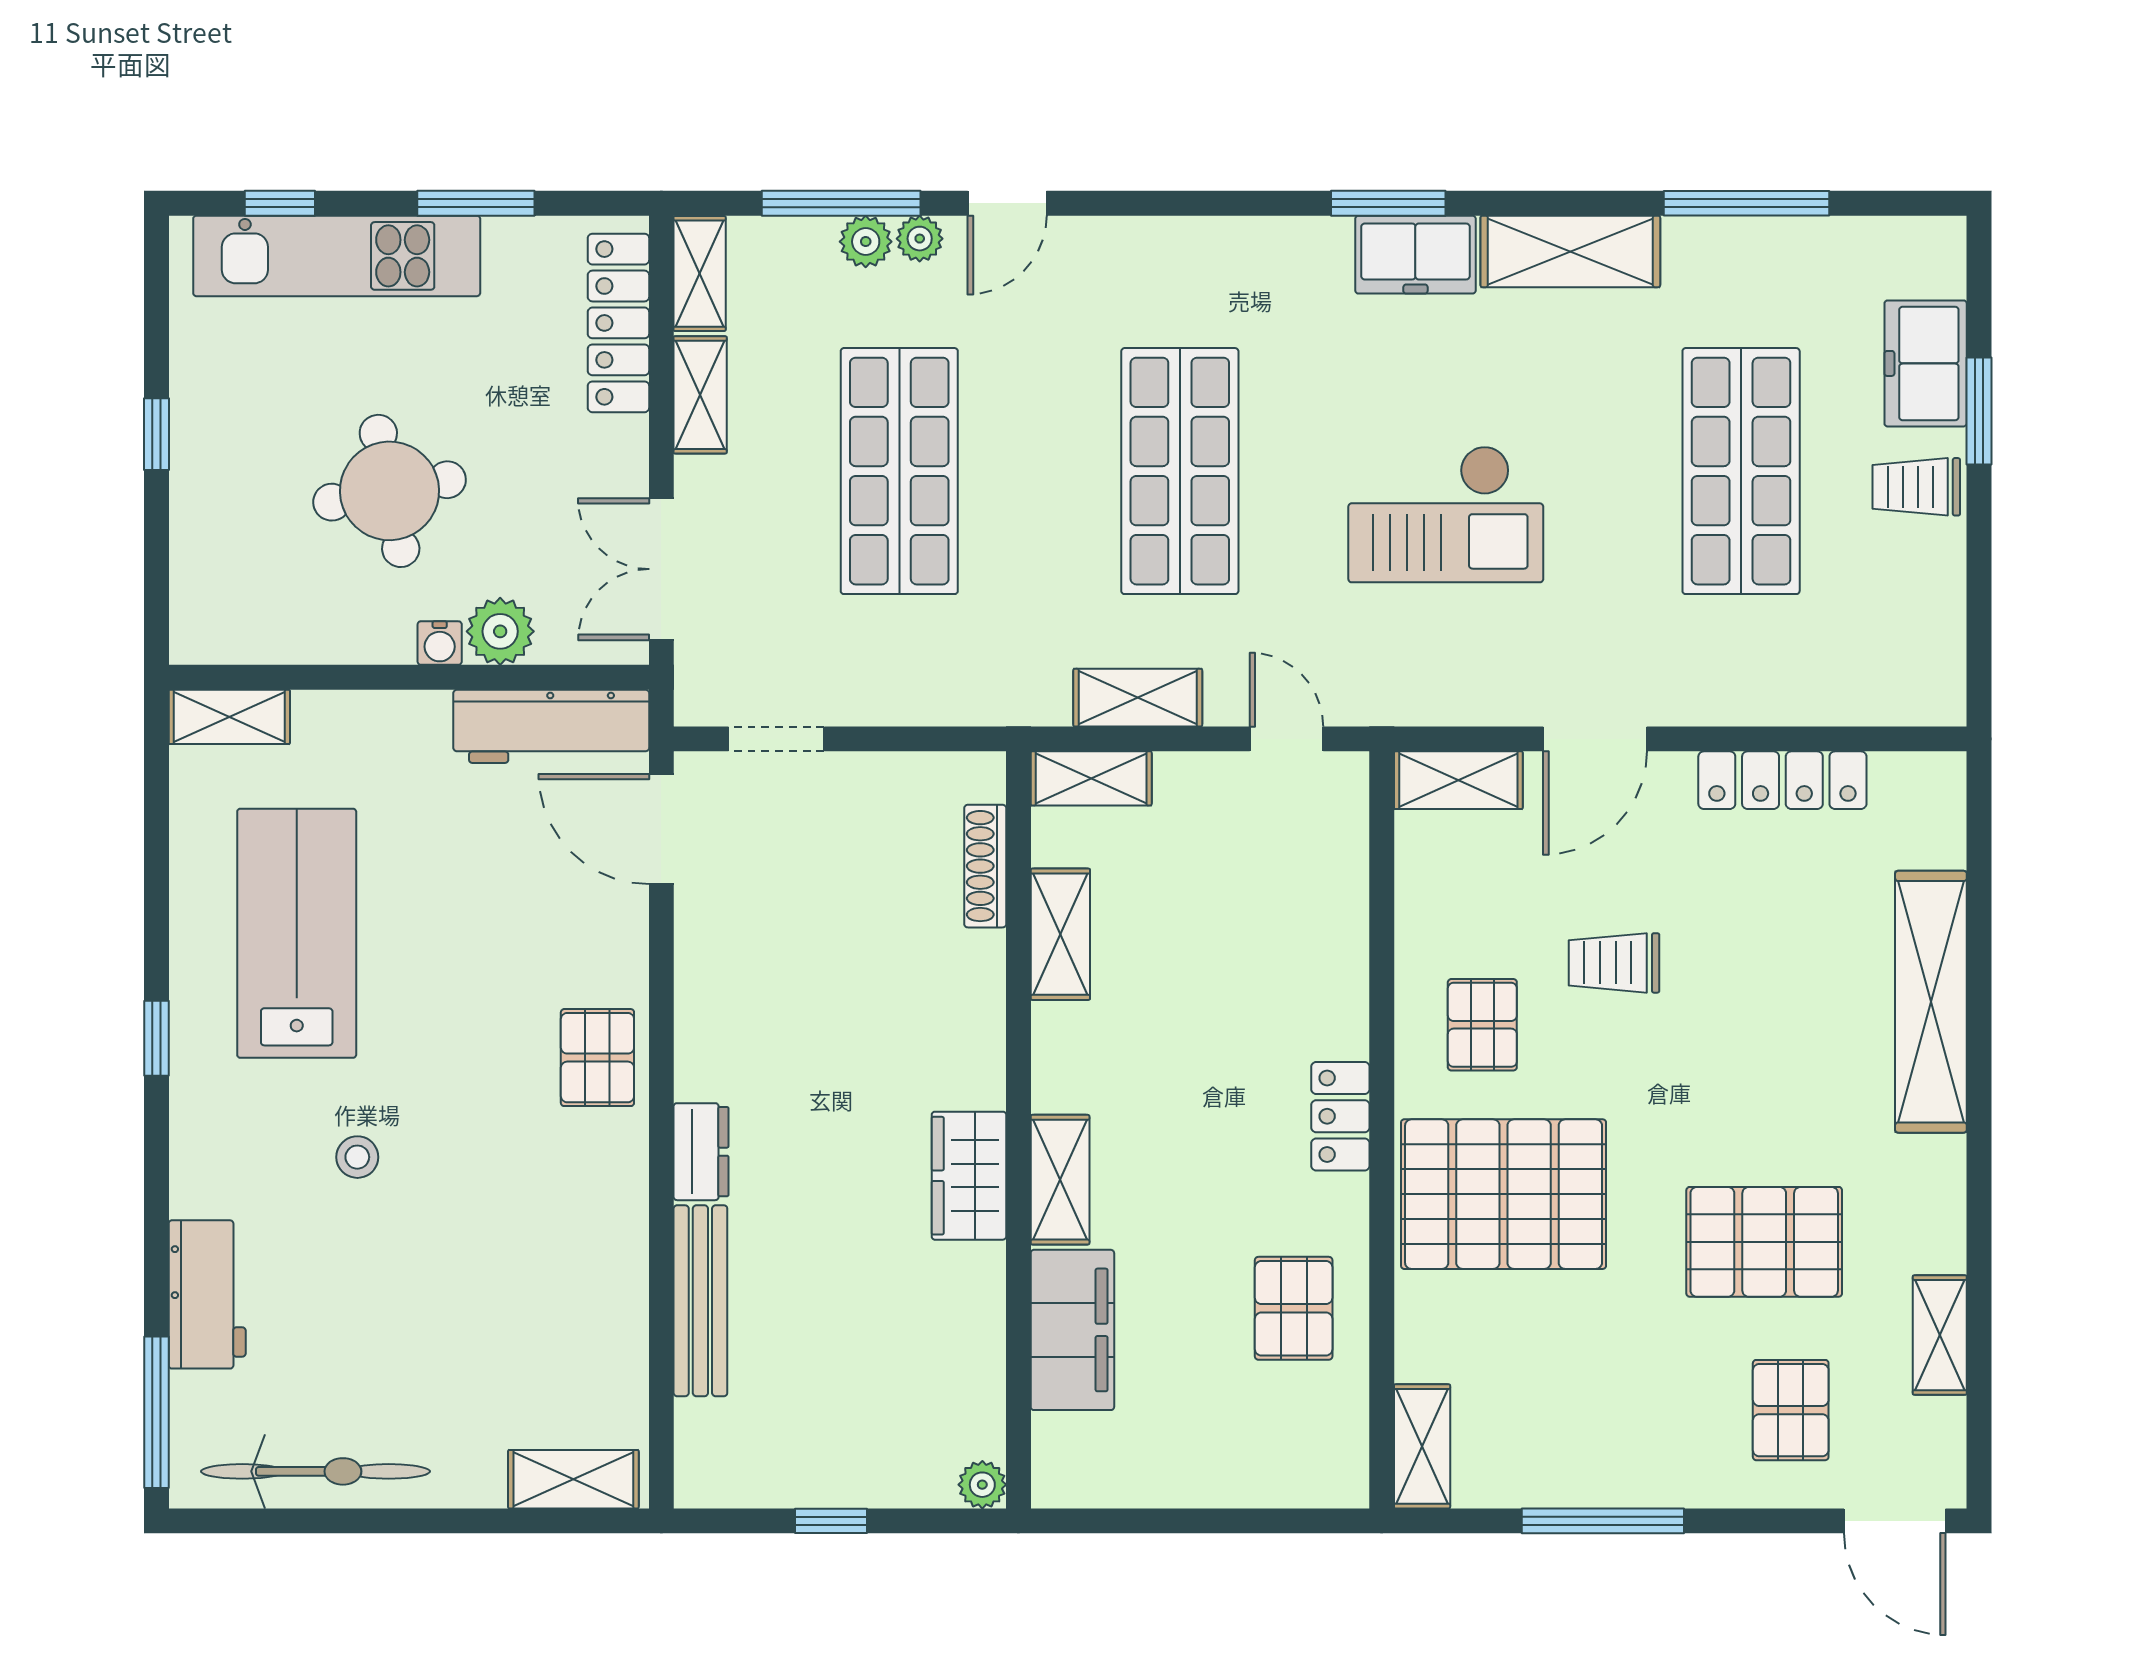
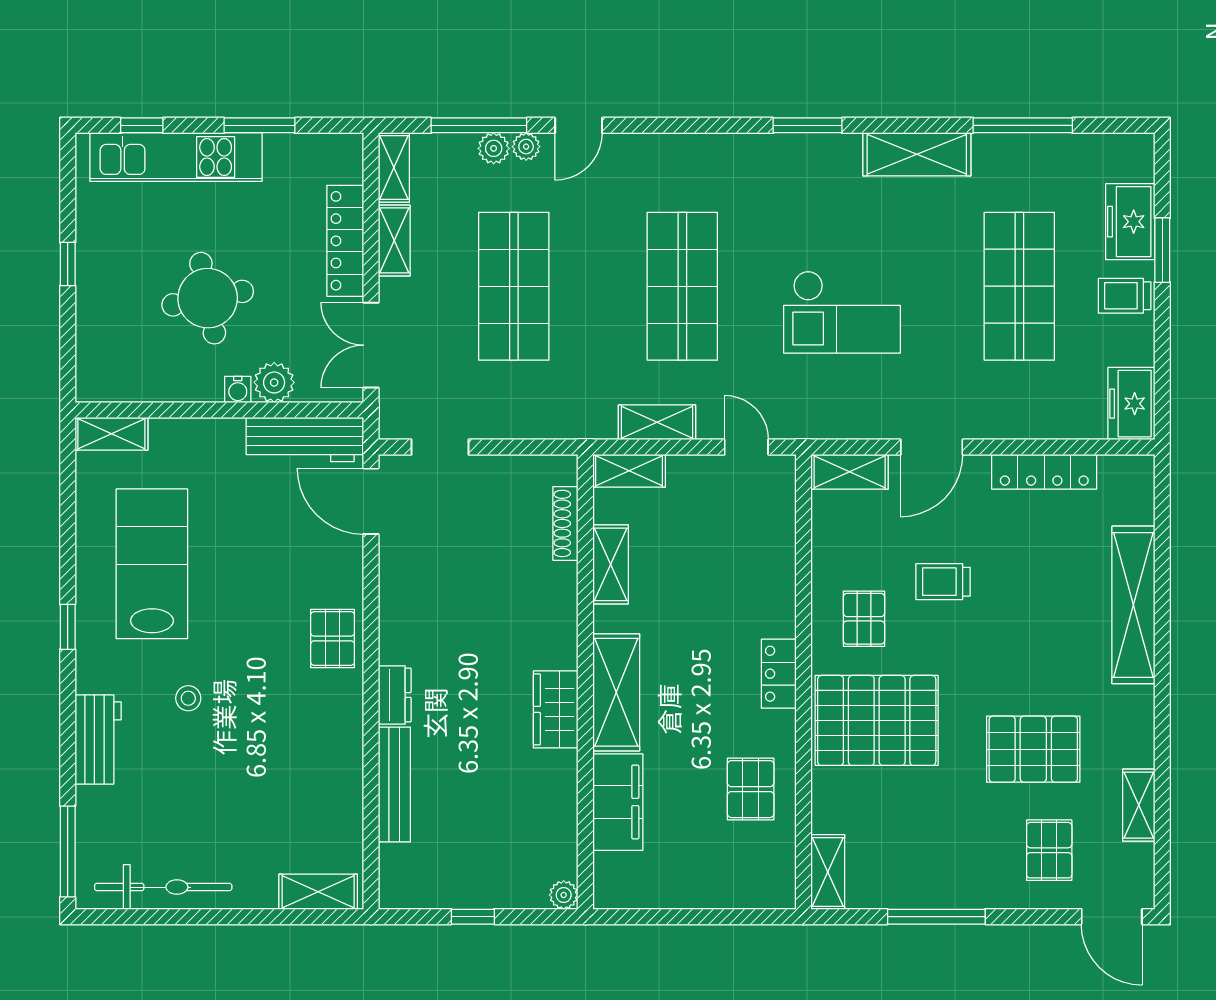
freezer: (1415, 255) -> (1131, 404), moved, turned 90
locker: (618, 323) -> (345, 241), moved
shelving: (1060, 1180) -> (616, 692), width x1.50, depth x1.33
workbench: (207, 1294) -> (98, 739), moved

